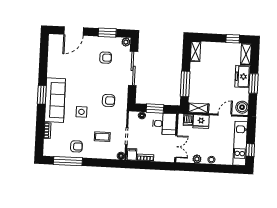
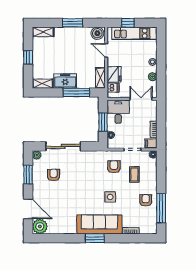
window: (233, 39) -> (28, 57), moved
plant: (56, 42) -> (40, 226), added
freezer: (243, 77) -> (65, 81), moved, turned 180
armchair: (109, 100) -> (114, 167), moved
window: (250, 150) -> (128, 23), moved

